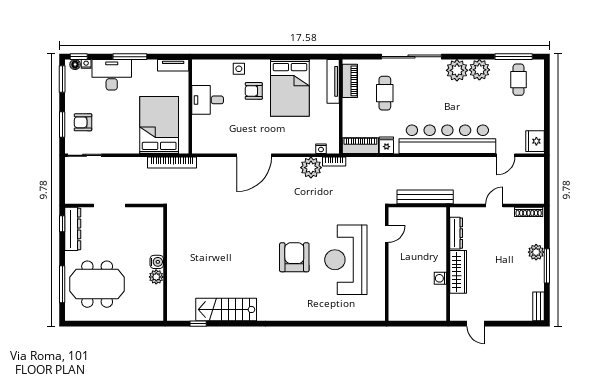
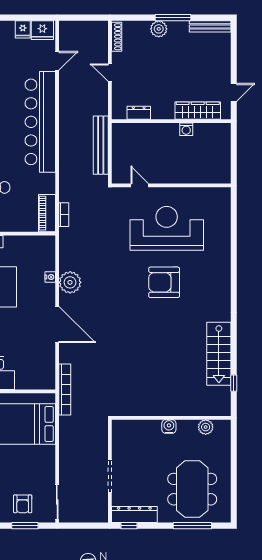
fridge: (386, 145) -> (23, 29), moved, turned -90
nightstand: (321, 149) -> (50, 277), moved
door: (506, 155) -> (57, 61), hinge flipped
bookcase: (172, 162) -> (65, 390), moved
bookcase: (334, 162) -> (64, 215), moved
plant: (311, 168) -> (70, 282), moved
dresser: (456, 233) -> (139, 113), width x0.70
reception desk: (346, 260) -> (167, 228), turned 180
wardrobe: (458, 272) -> (198, 111), moved
plant: (156, 277) -> (206, 427), moved
bench: (538, 306) -> (210, 26), width x1.36

